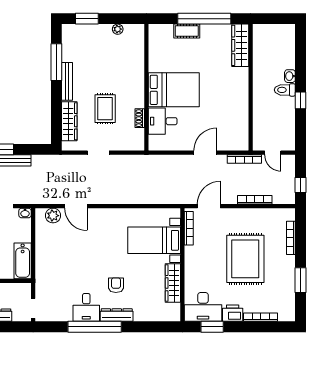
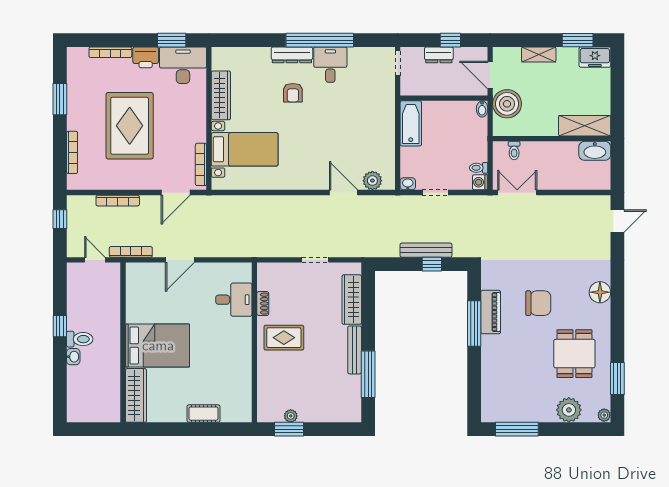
window: (87, 19) -> (289, 429), moved
window: (204, 19) -> (181, 429), removed
bed: (174, 90) -> (158, 346), moved, turned 180
rug: (105, 109) -> (284, 338), moved, turned 90

